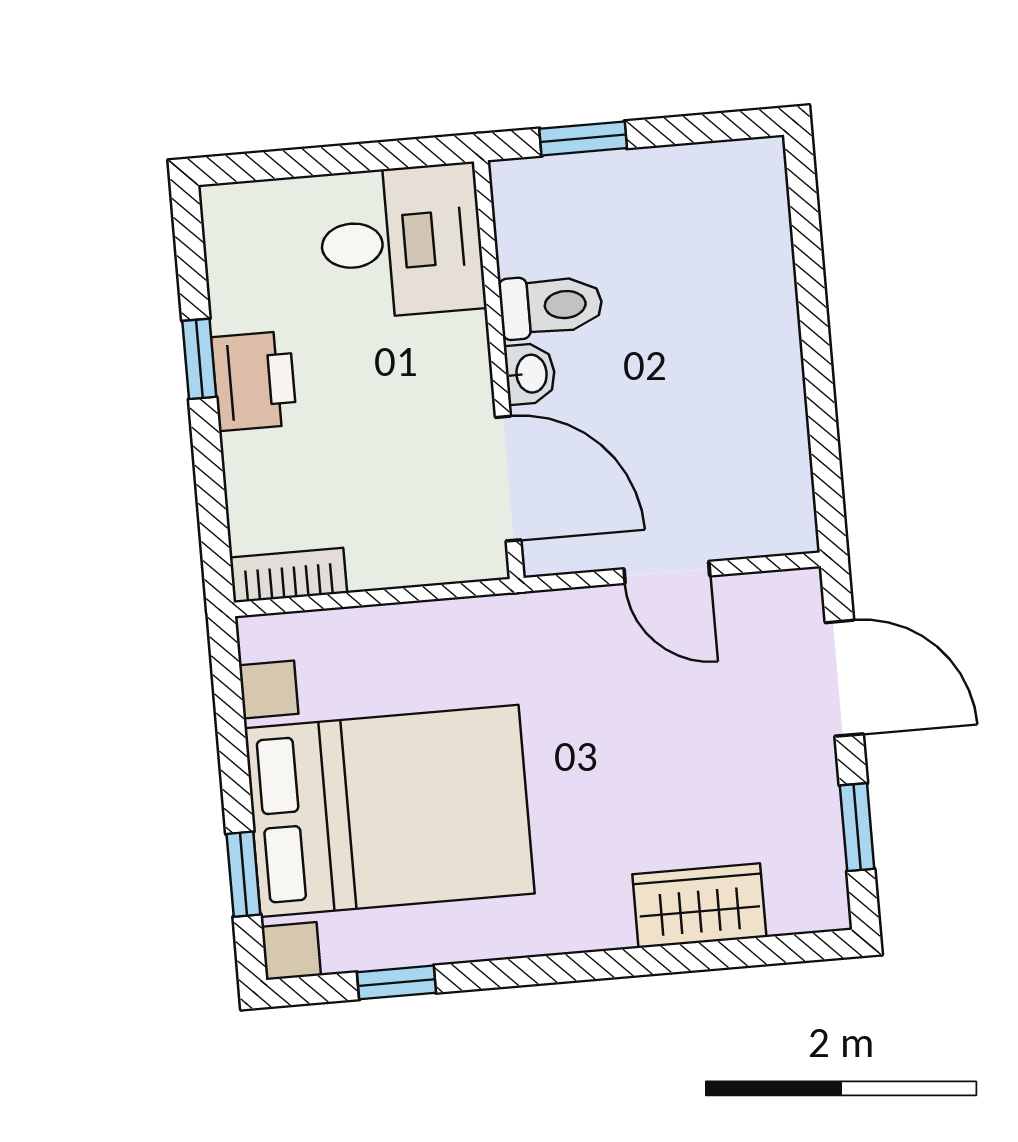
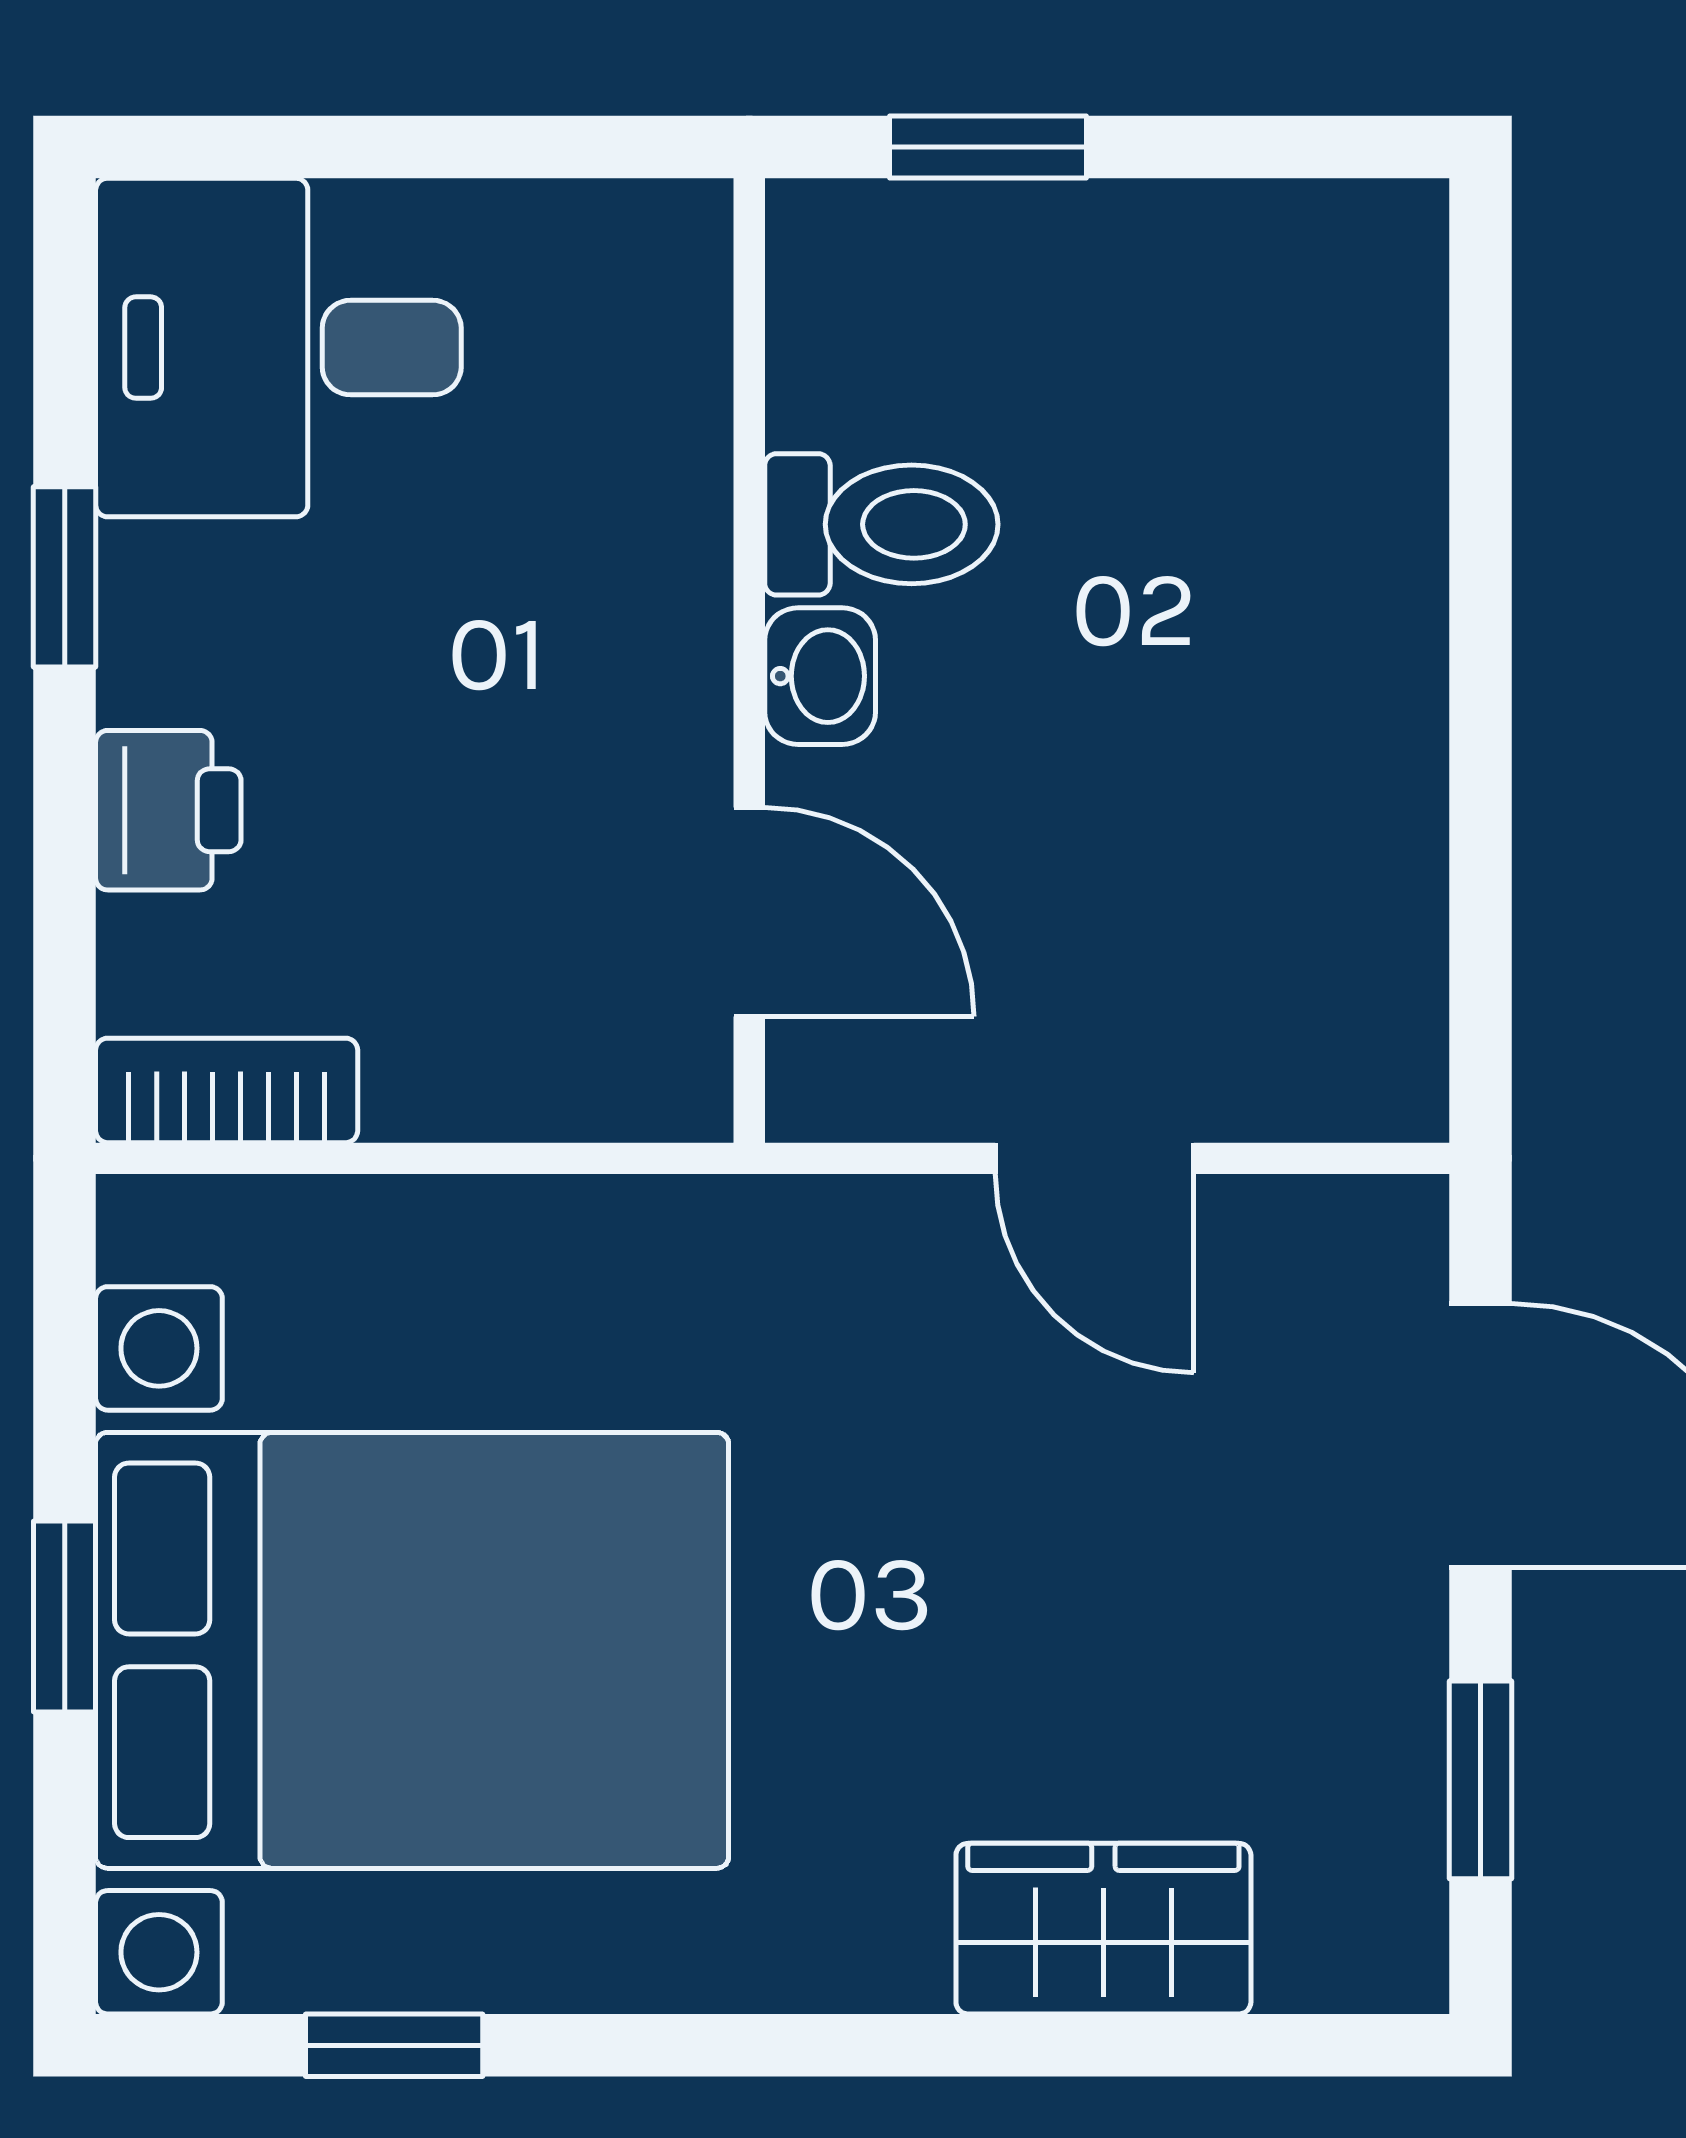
desk: (401, 241) -> (278, 348), moved, turned 180
printer: (254, 381) -> (168, 810), moved, width x0.73, depth x0.81
door: (508, 479) -> (749, 912), width x0.73
window: (243, 874) -> (65, 1617), moved

